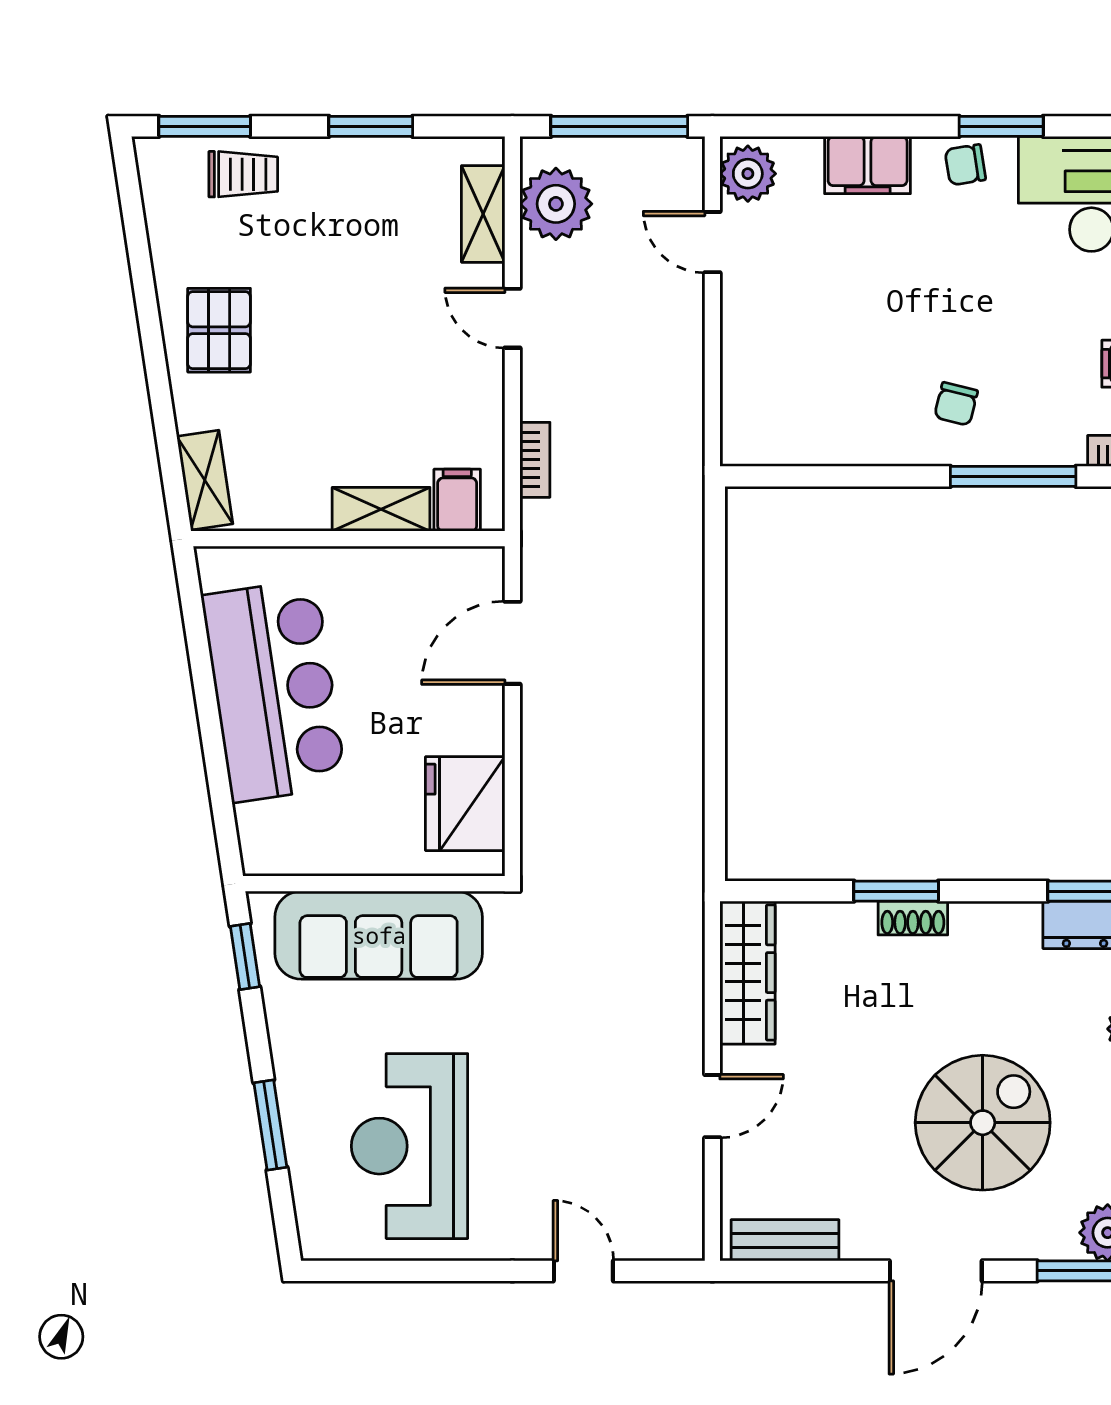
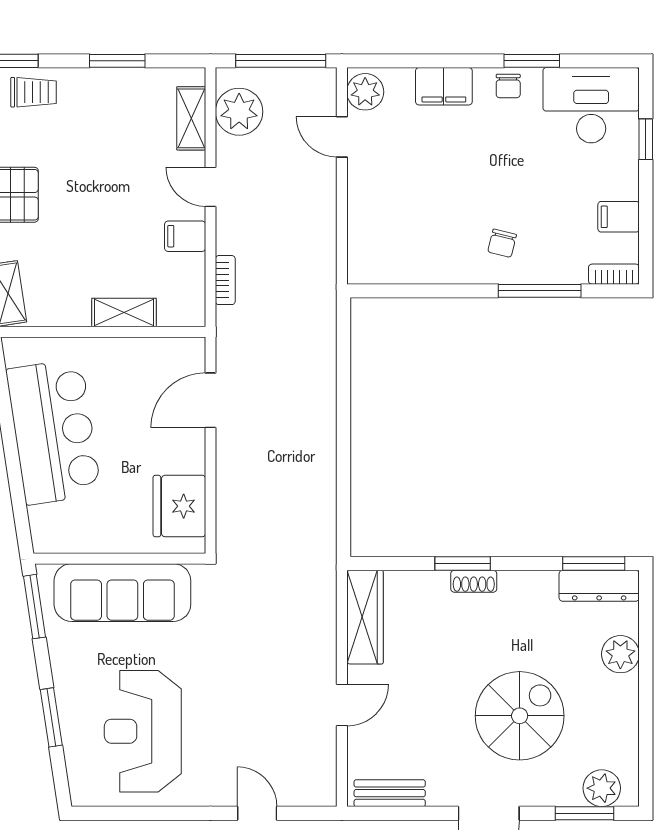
chair: (965, 165) -> (508, 86), turned -81
filing cabinet: (457, 500) -> (185, 236), moved, turned -90
window: (245, 957) -> (35, 607), width x1.50

